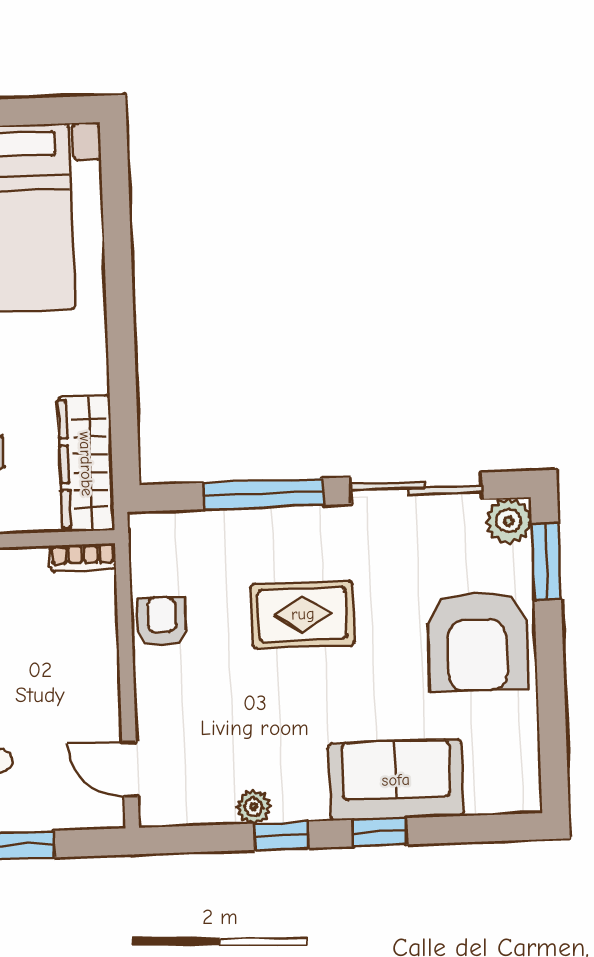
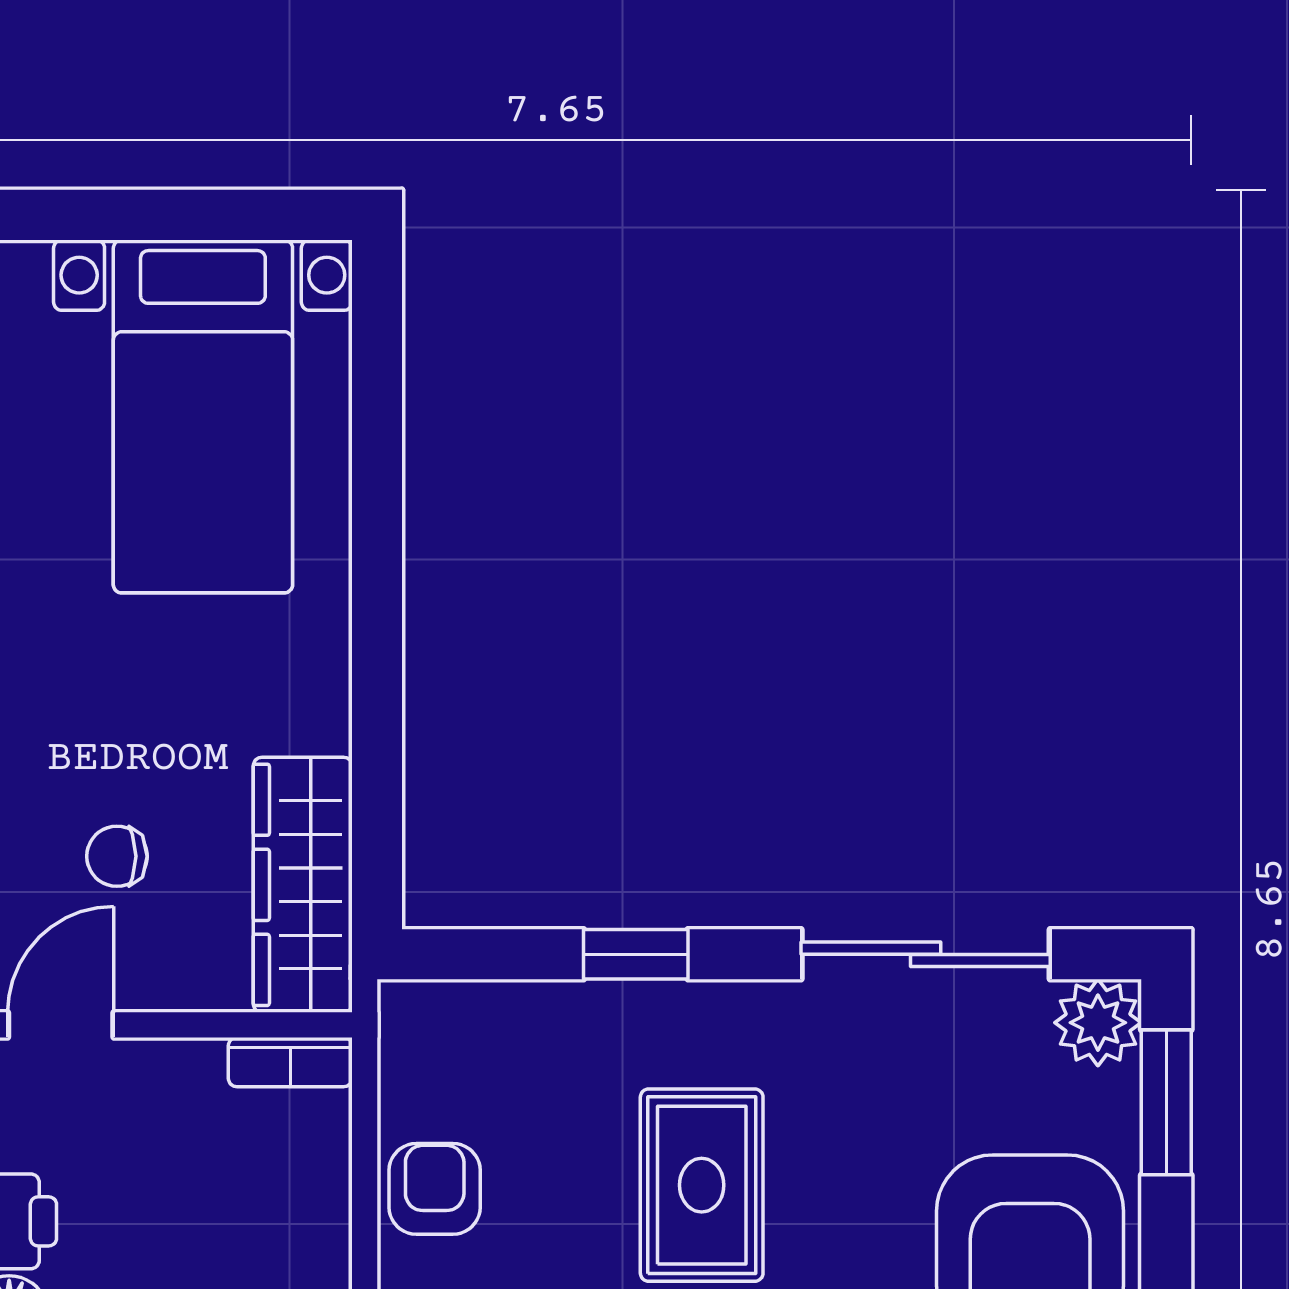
window: (263, 494) -> (636, 954), width x0.46
rug: (303, 614) -> (702, 1185), turned 90

